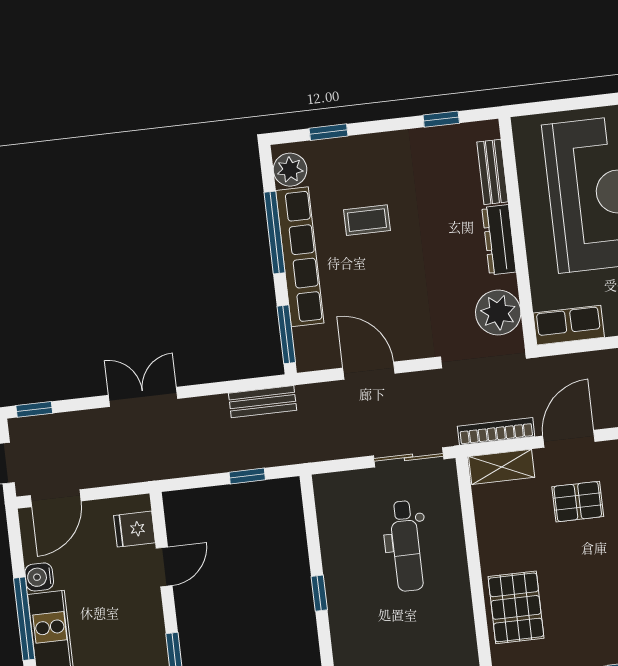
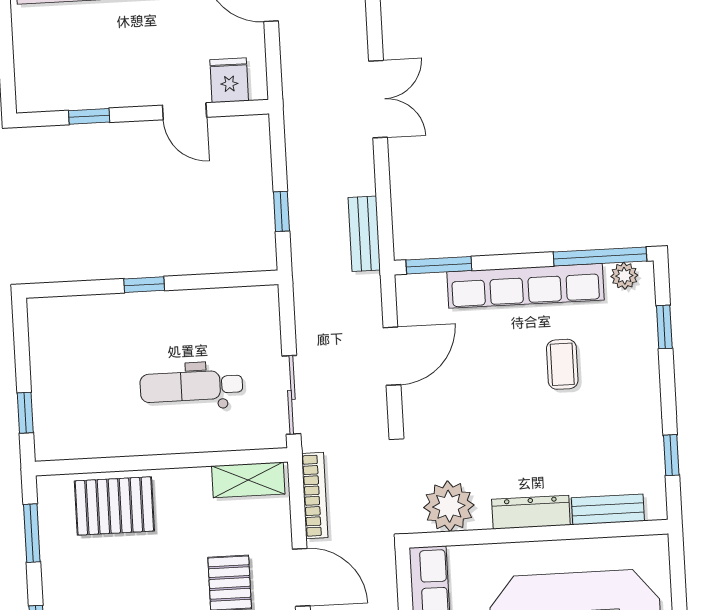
plant: (290, 170) -> (624, 276), width x0.73, depth x0.73
window: (274, 232) -> (600, 257), moved
shelving: (502, 467) -> (248, 480), moved, turned 90

